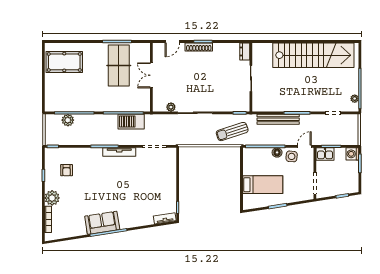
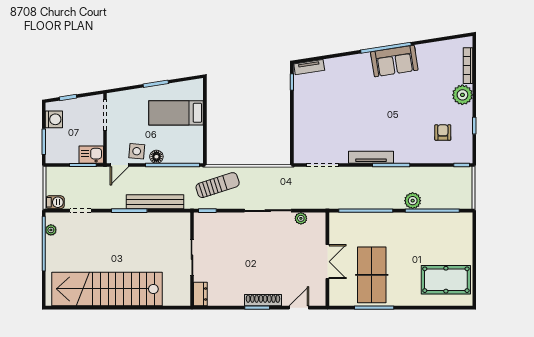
plant: (68, 120) -> (413, 201), moved
barbecue: (131, 122) -> (55, 202), moved, width x0.53, depth x0.65
washing machine: (352, 154) -> (54, 119), moved

